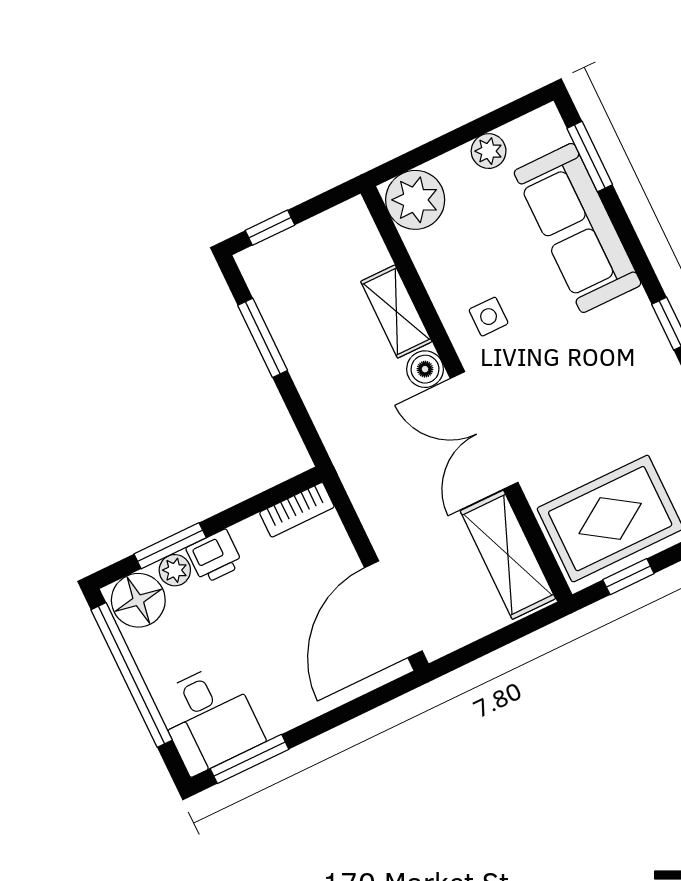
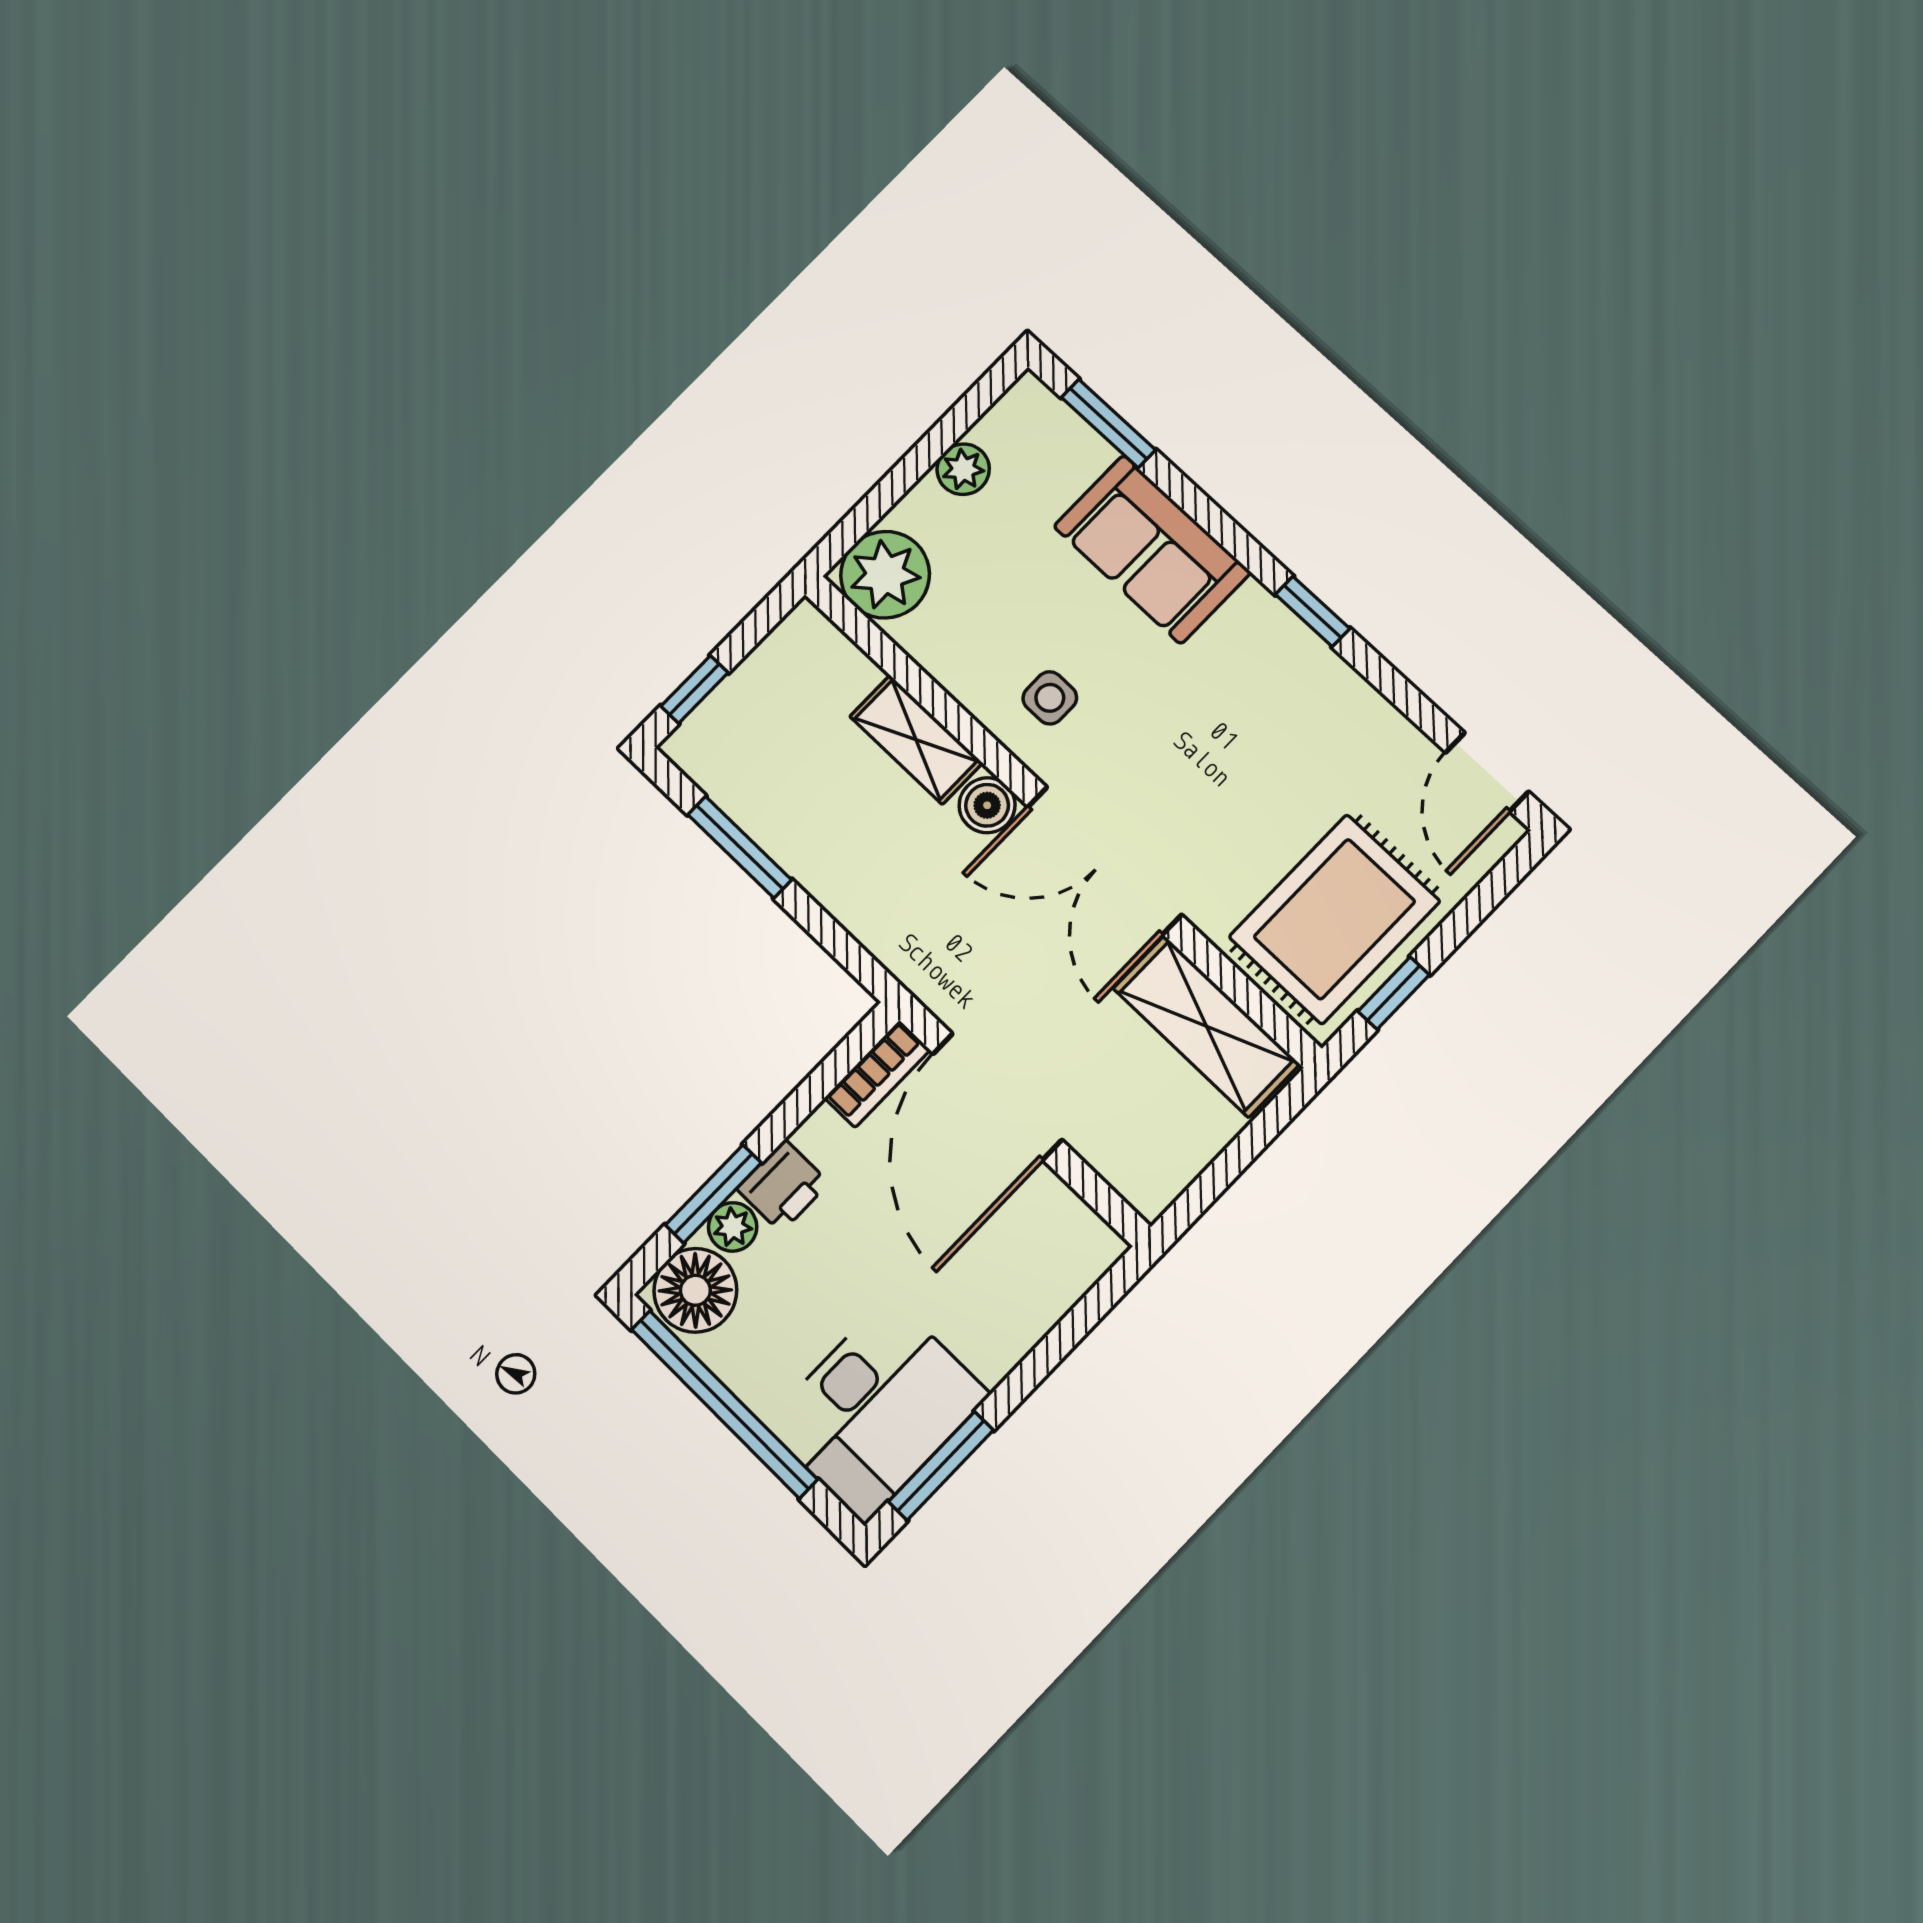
sofa: (577, 228) -> (1152, 549), width x0.73
door: (393, 609) -> (997, 1097), moved
desk: (209, 718) -> (877, 1409), width x1.37

